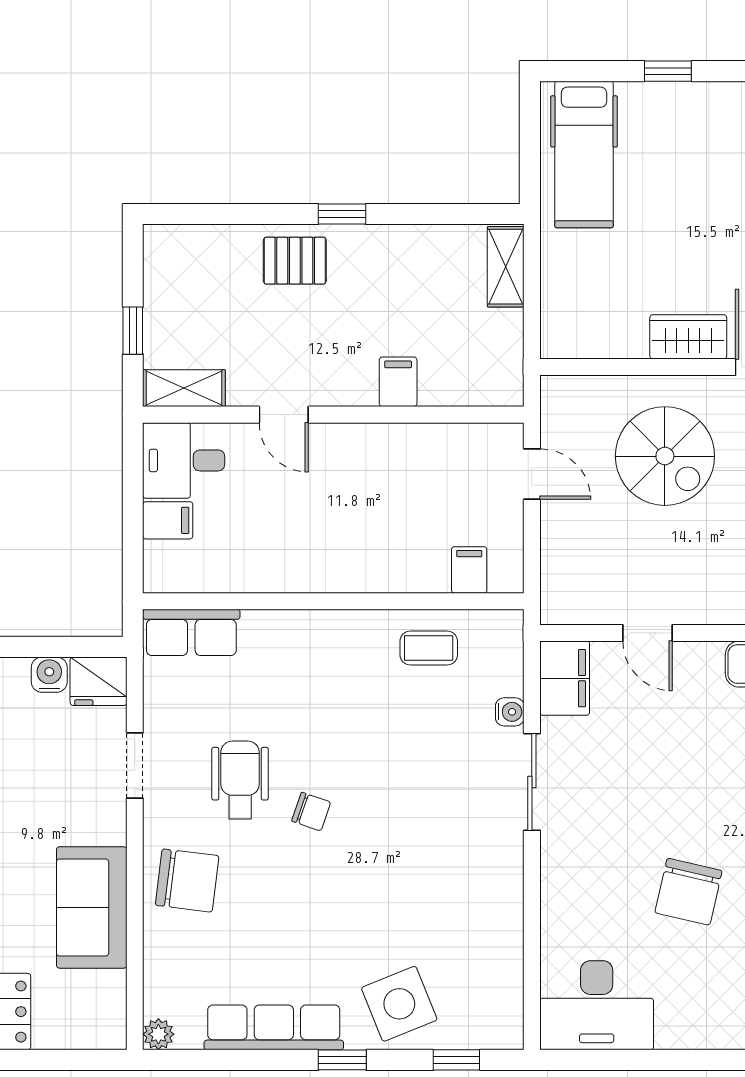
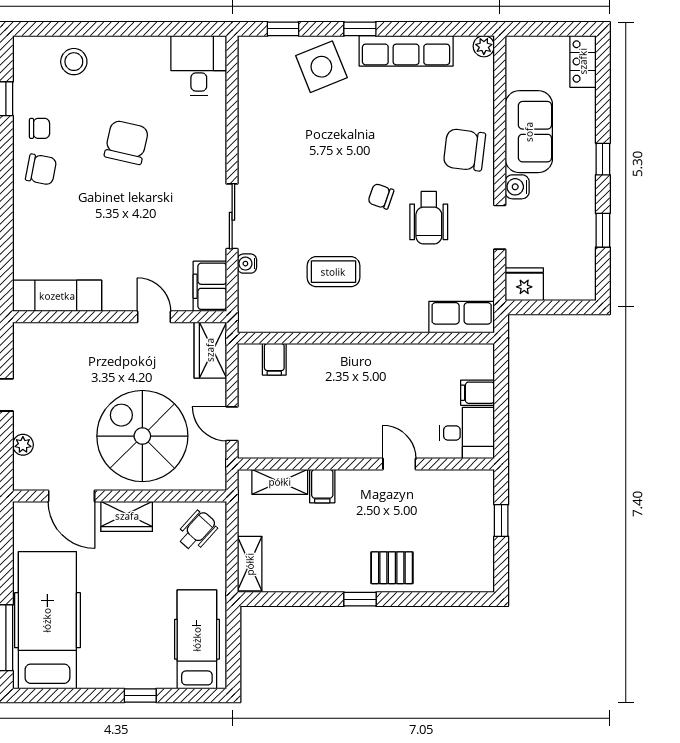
wheelchair: (584, 315) -> (197, 531), added
shelving: (184, 388) -> (280, 482), moved
spiral stairs: (665, 456) -> (142, 436), width x1.37, depth x1.37
wardrobe: (564, 583) -> (210, 350), added
coffee table: (429, 648) -> (333, 272), moved, width x1.36, depth x1.30
water cooler: (49, 675) -> (517, 187), moved, turned 90
desk: (597, 1005) -> (199, 66), width x0.73

